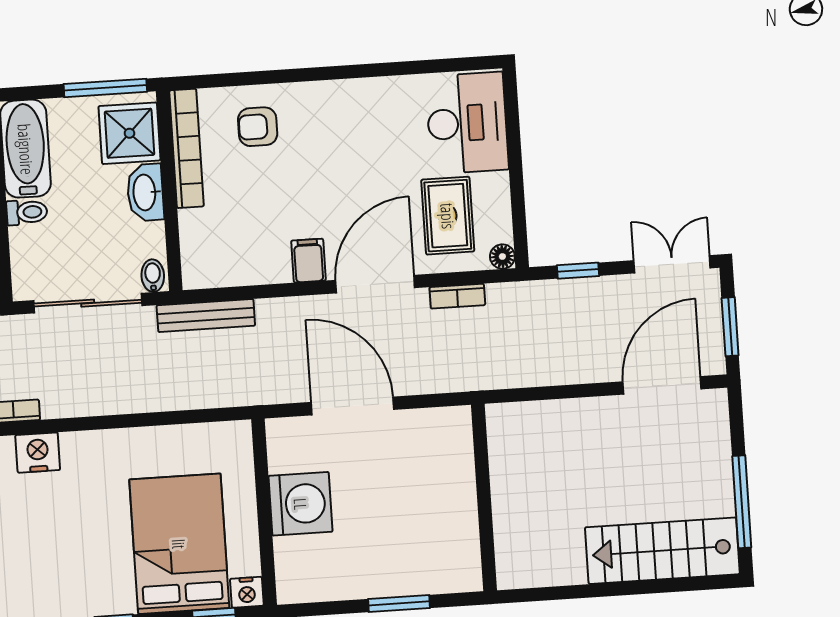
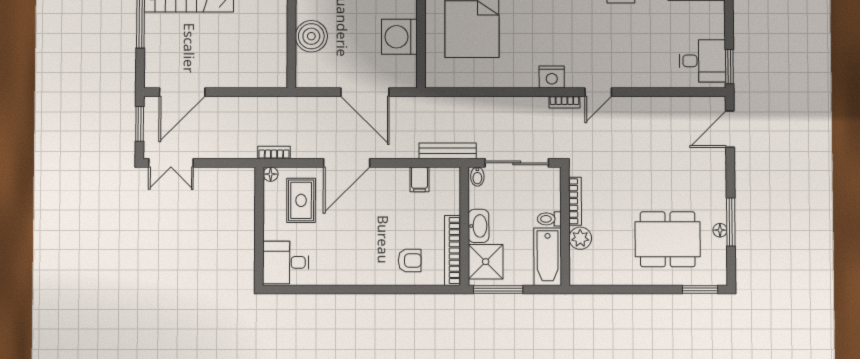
desk: (467, 123) -> (286, 262), width x0.73
filing cabinet: (308, 261) -> (419, 179), moved
window: (578, 271) -> (227, 163), removed
bookcase: (457, 296) -> (274, 153), moved
boiler: (450, 495) -> (311, 36), added

